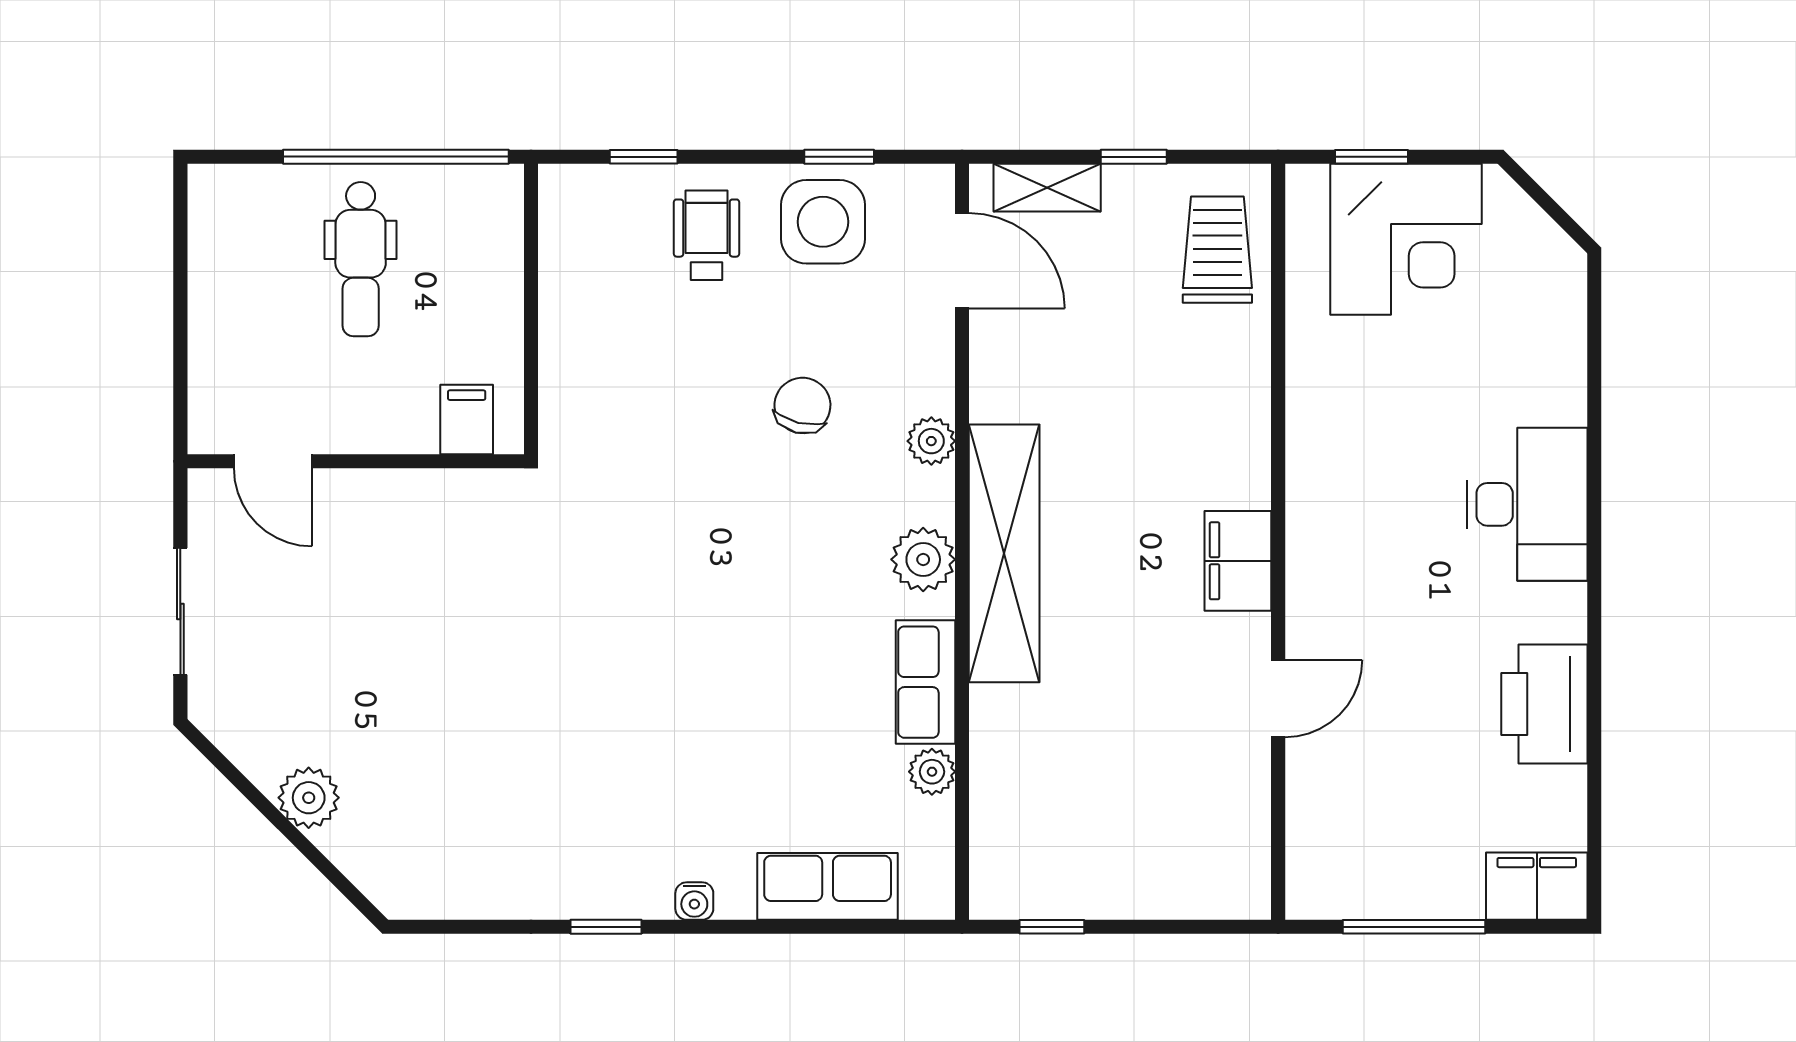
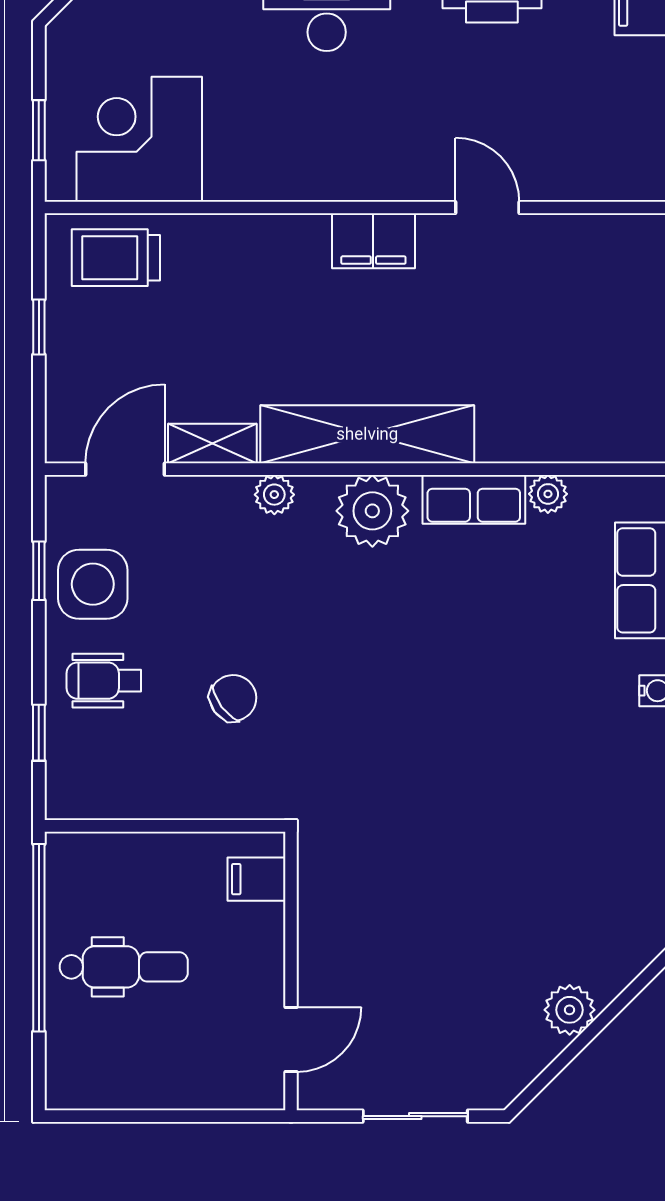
shelving: (1047, 188) -> (212, 443), moved, turned 90
corner desk: (1406, 239) -> (139, 139), moved, turned -90
chair: (802, 405) -> (233, 698), moved, turned 129
plant: (923, 559) -> (372, 511), width x1.36, depth x1.36

